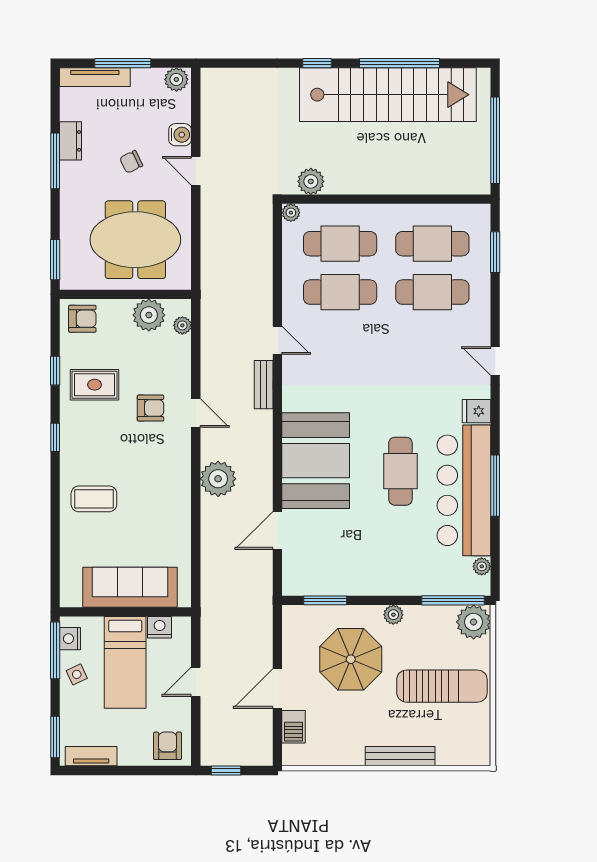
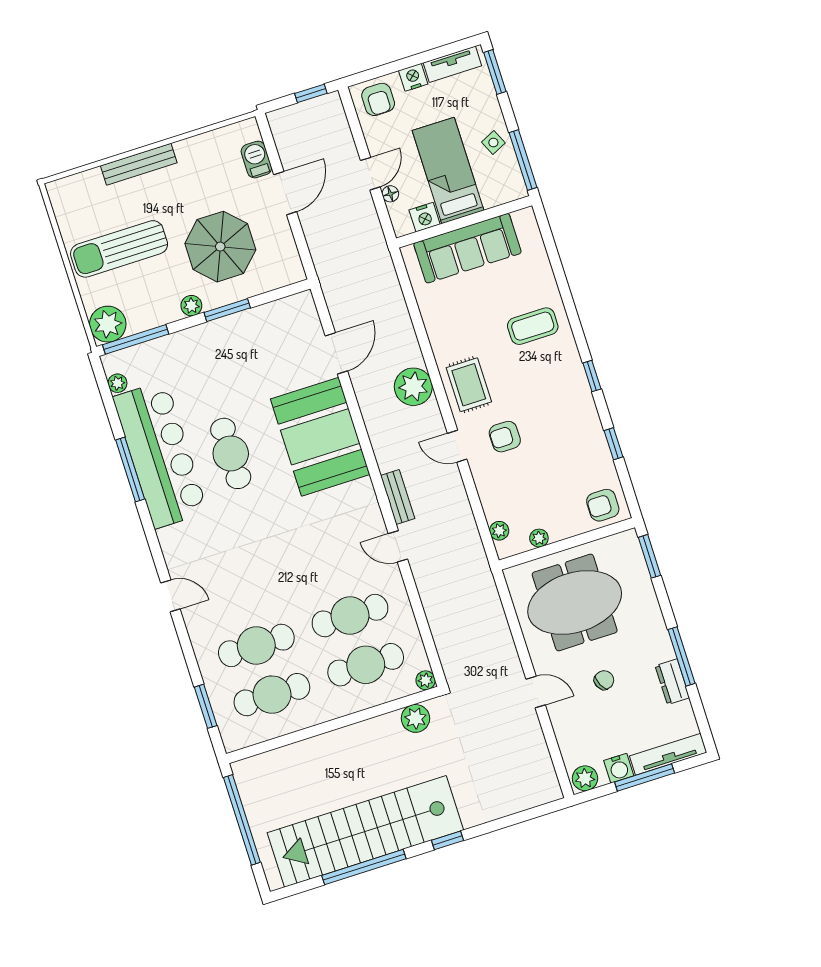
water cooler: (180, 135) -> (619, 768), moved, turned -90
plant: (149, 315) -> (539, 538), width x0.53, depth x0.53
rug: (95, 385) -> (469, 385), moved, turned 90
fridge: (476, 411) -> (173, 539), removed
window: (325, 600) -> (227, 310), moved
nightstand: (70, 639) -> (413, 77), moved, turned -90
floor lamp: (184, 658) -> (390, 194), added

